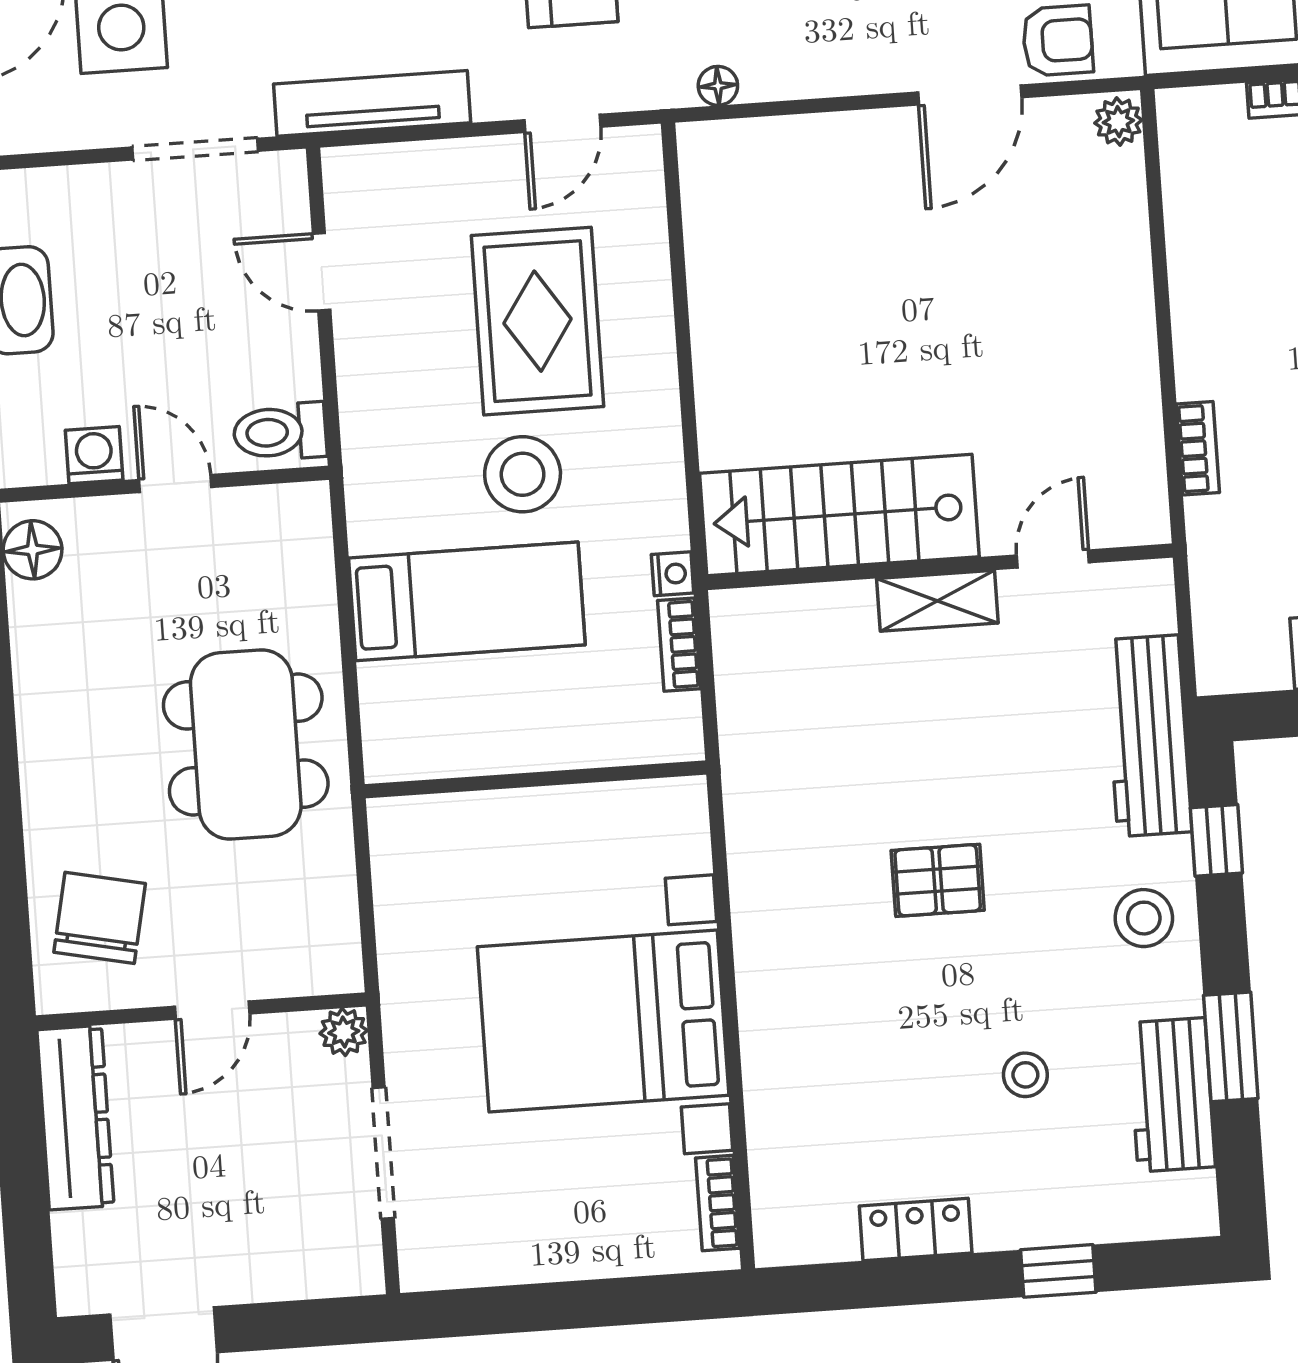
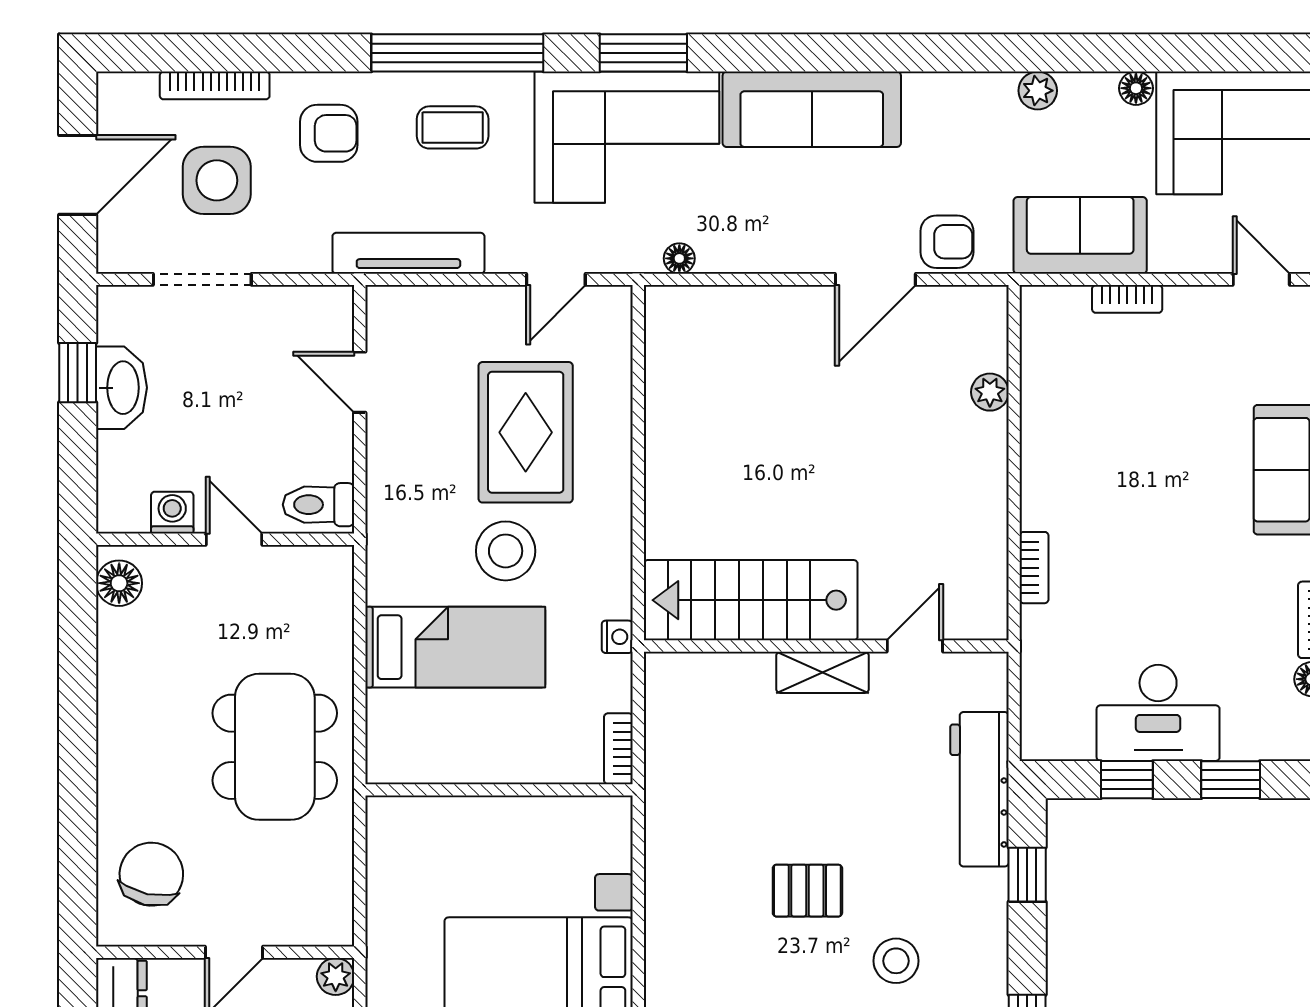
plant: (1118, 122) -> (990, 392), moved
doorway: (195, 149) -> (202, 279), moved
bookcase: (679, 645) -> (618, 749), moved
stool: (1144, 918) -> (896, 961), moved

